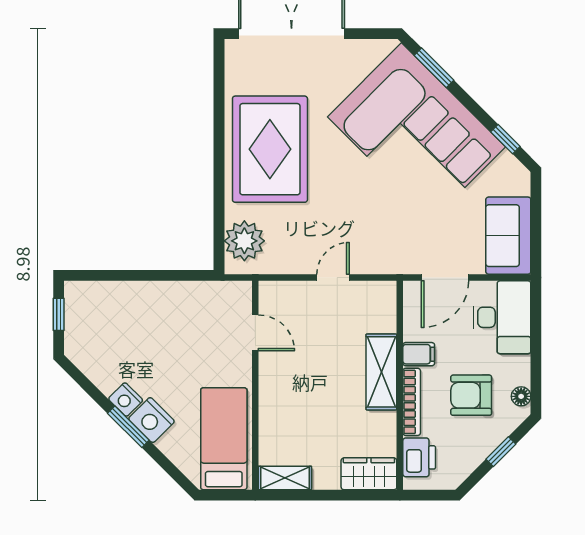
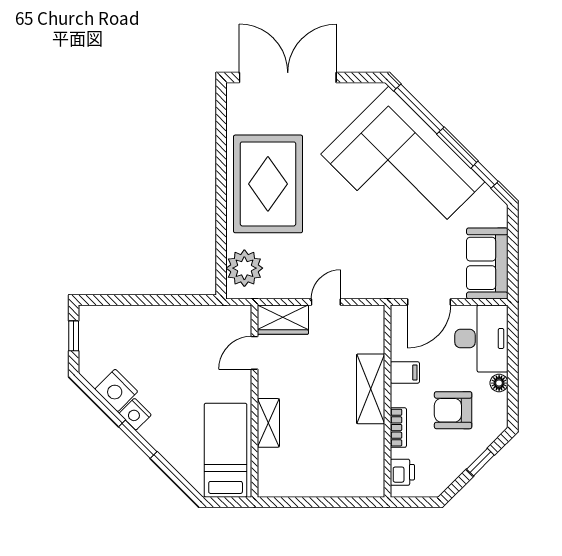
window: (434, 68) -> (419, 109), width x1.44
door: (255, 333) -> (254, 353), swing flipped
floor lamp: (521, 396) -> (499, 383), moved
bookcase: (412, 402) -> (398, 428), width x0.64
nightstand: (151, 420) -> (116, 390), moved
printer: (419, 457) -> (402, 472), width x0.73, depth x0.81
wardrobe: (369, 474) -> (283, 320), moved, turned 180
shelving: (285, 478) -> (268, 423), moved, turned 90

